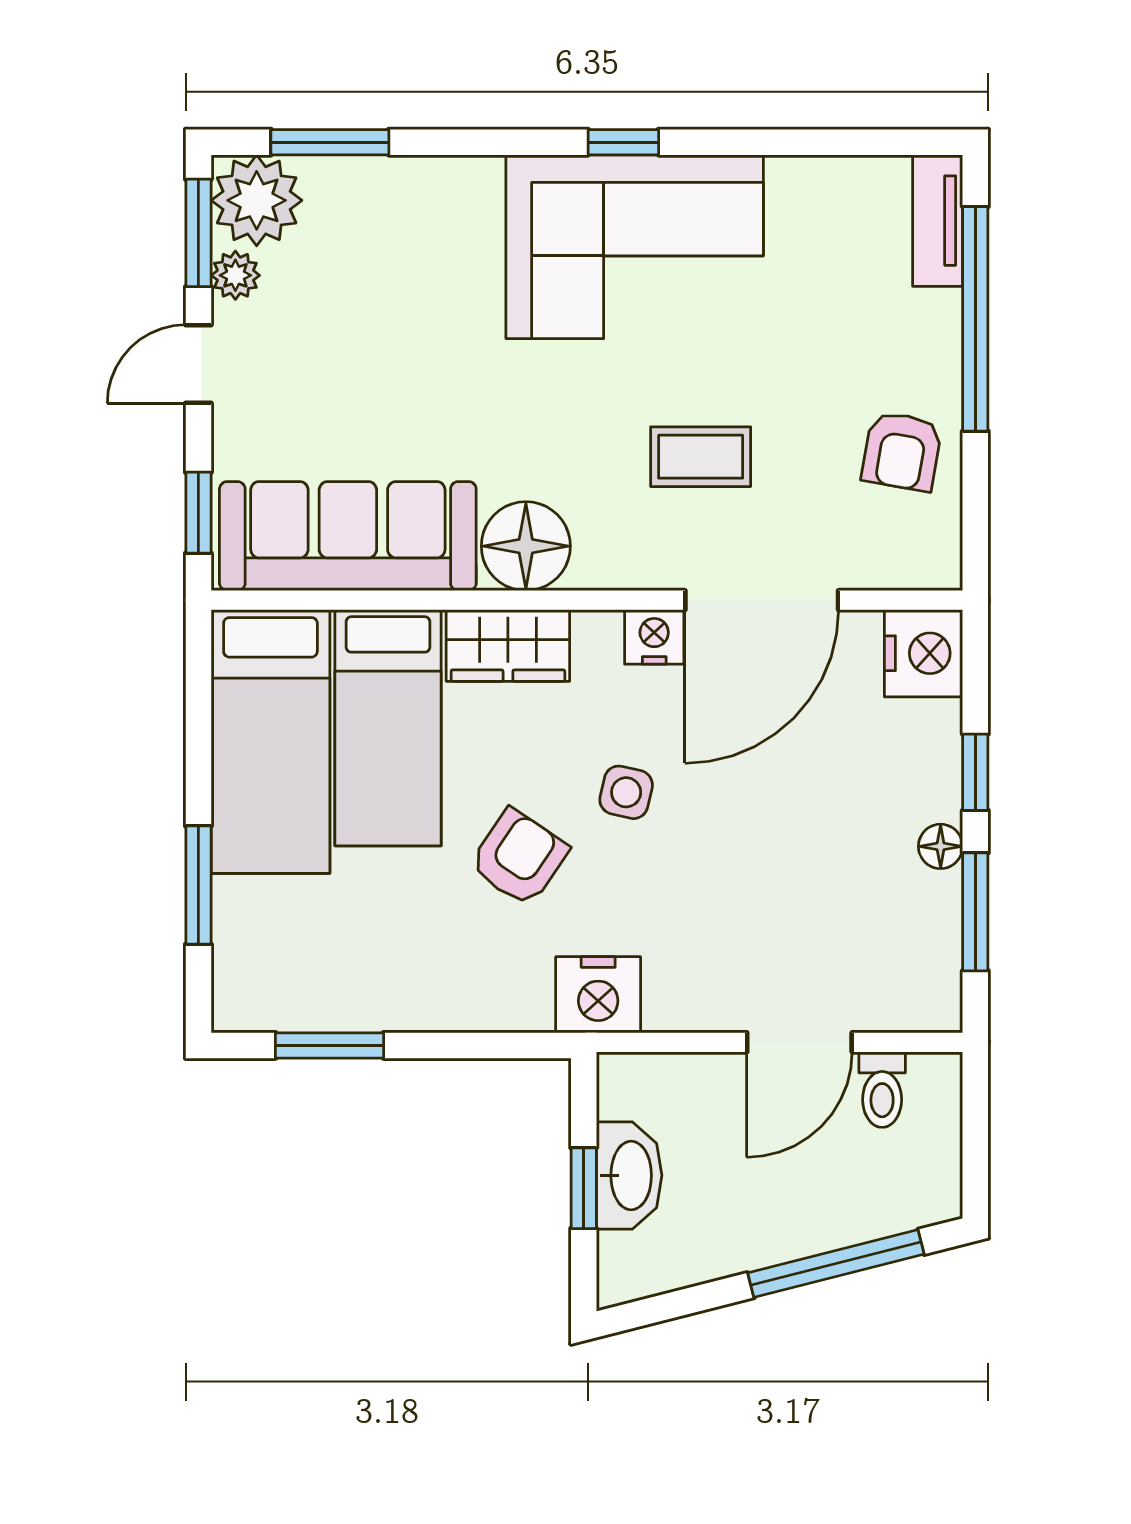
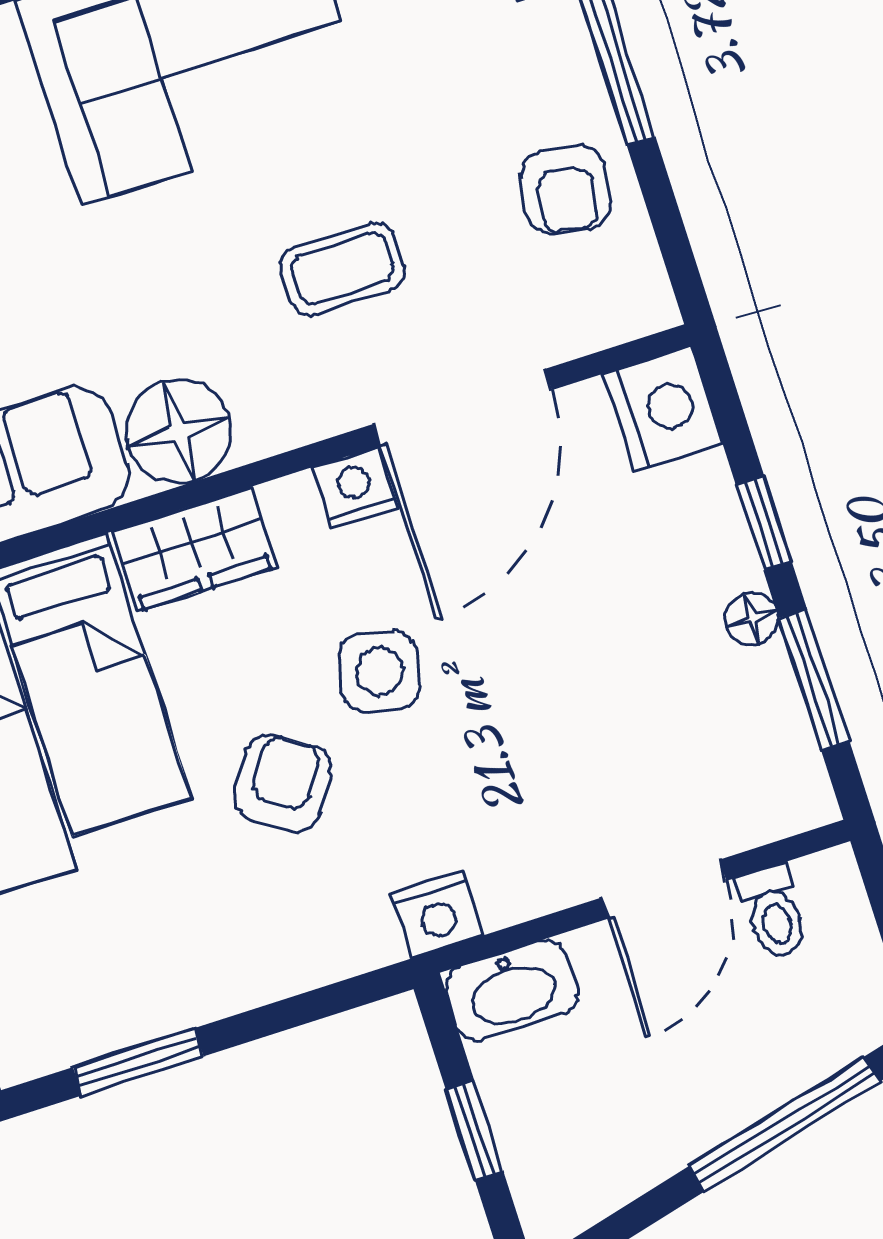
side table: (626, 792) -> (380, 671), width x1.37, depth x1.37
nightstand: (598, 995) -> (437, 915), width x0.74, depth x0.75
washbasin: (629, 1175) -> (512, 990), moved, turned 90

